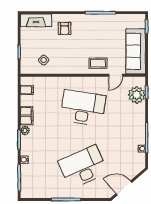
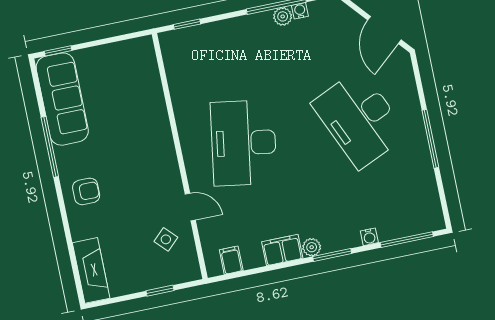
armchair: (65, 28) -> (86, 191), moved
sofa: (136, 51) -> (62, 99), moved, turned -90
coffee table: (98, 63) -> (150, 131), removed
door: (116, 75) -> (190, 207), moved
plant: (137, 95) -> (283, 16), moved, width x0.53, depth x0.53

